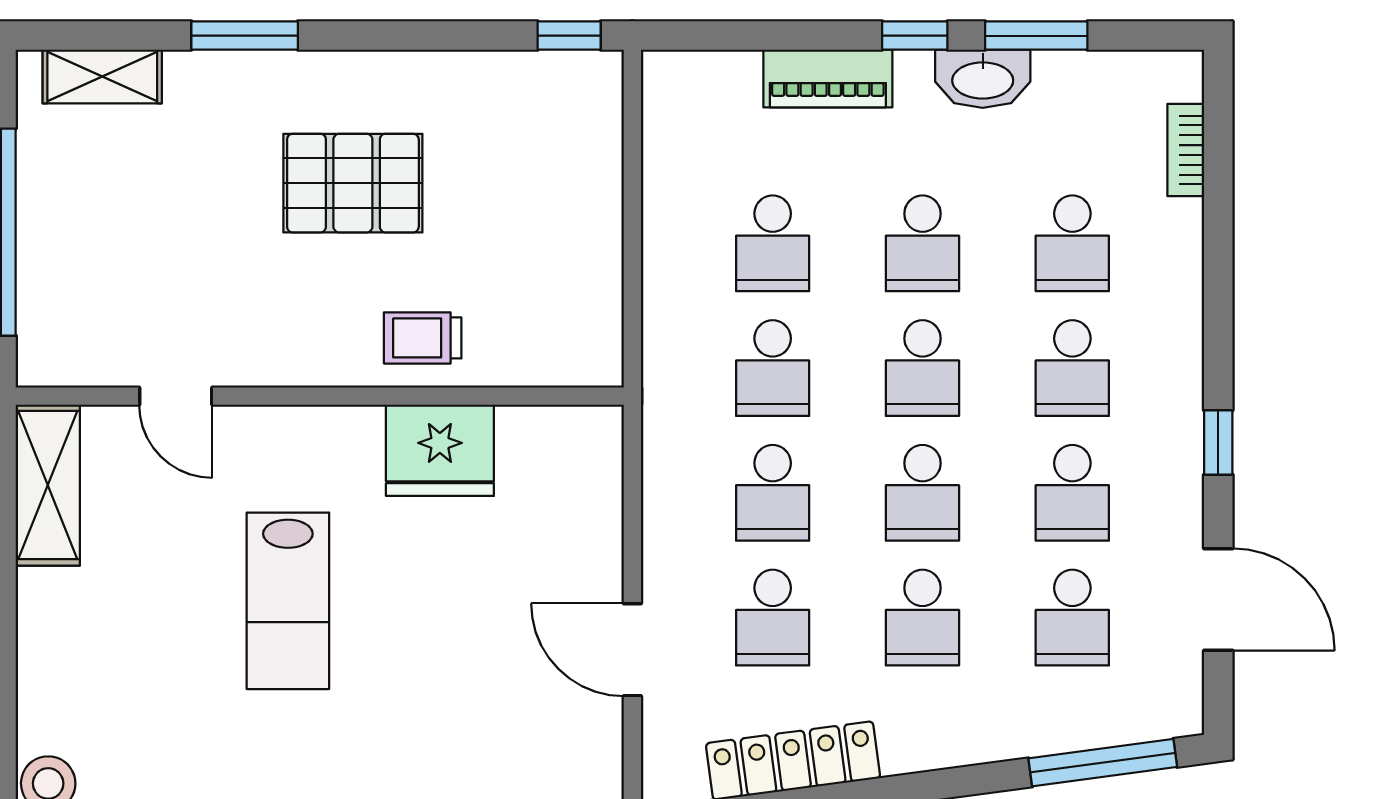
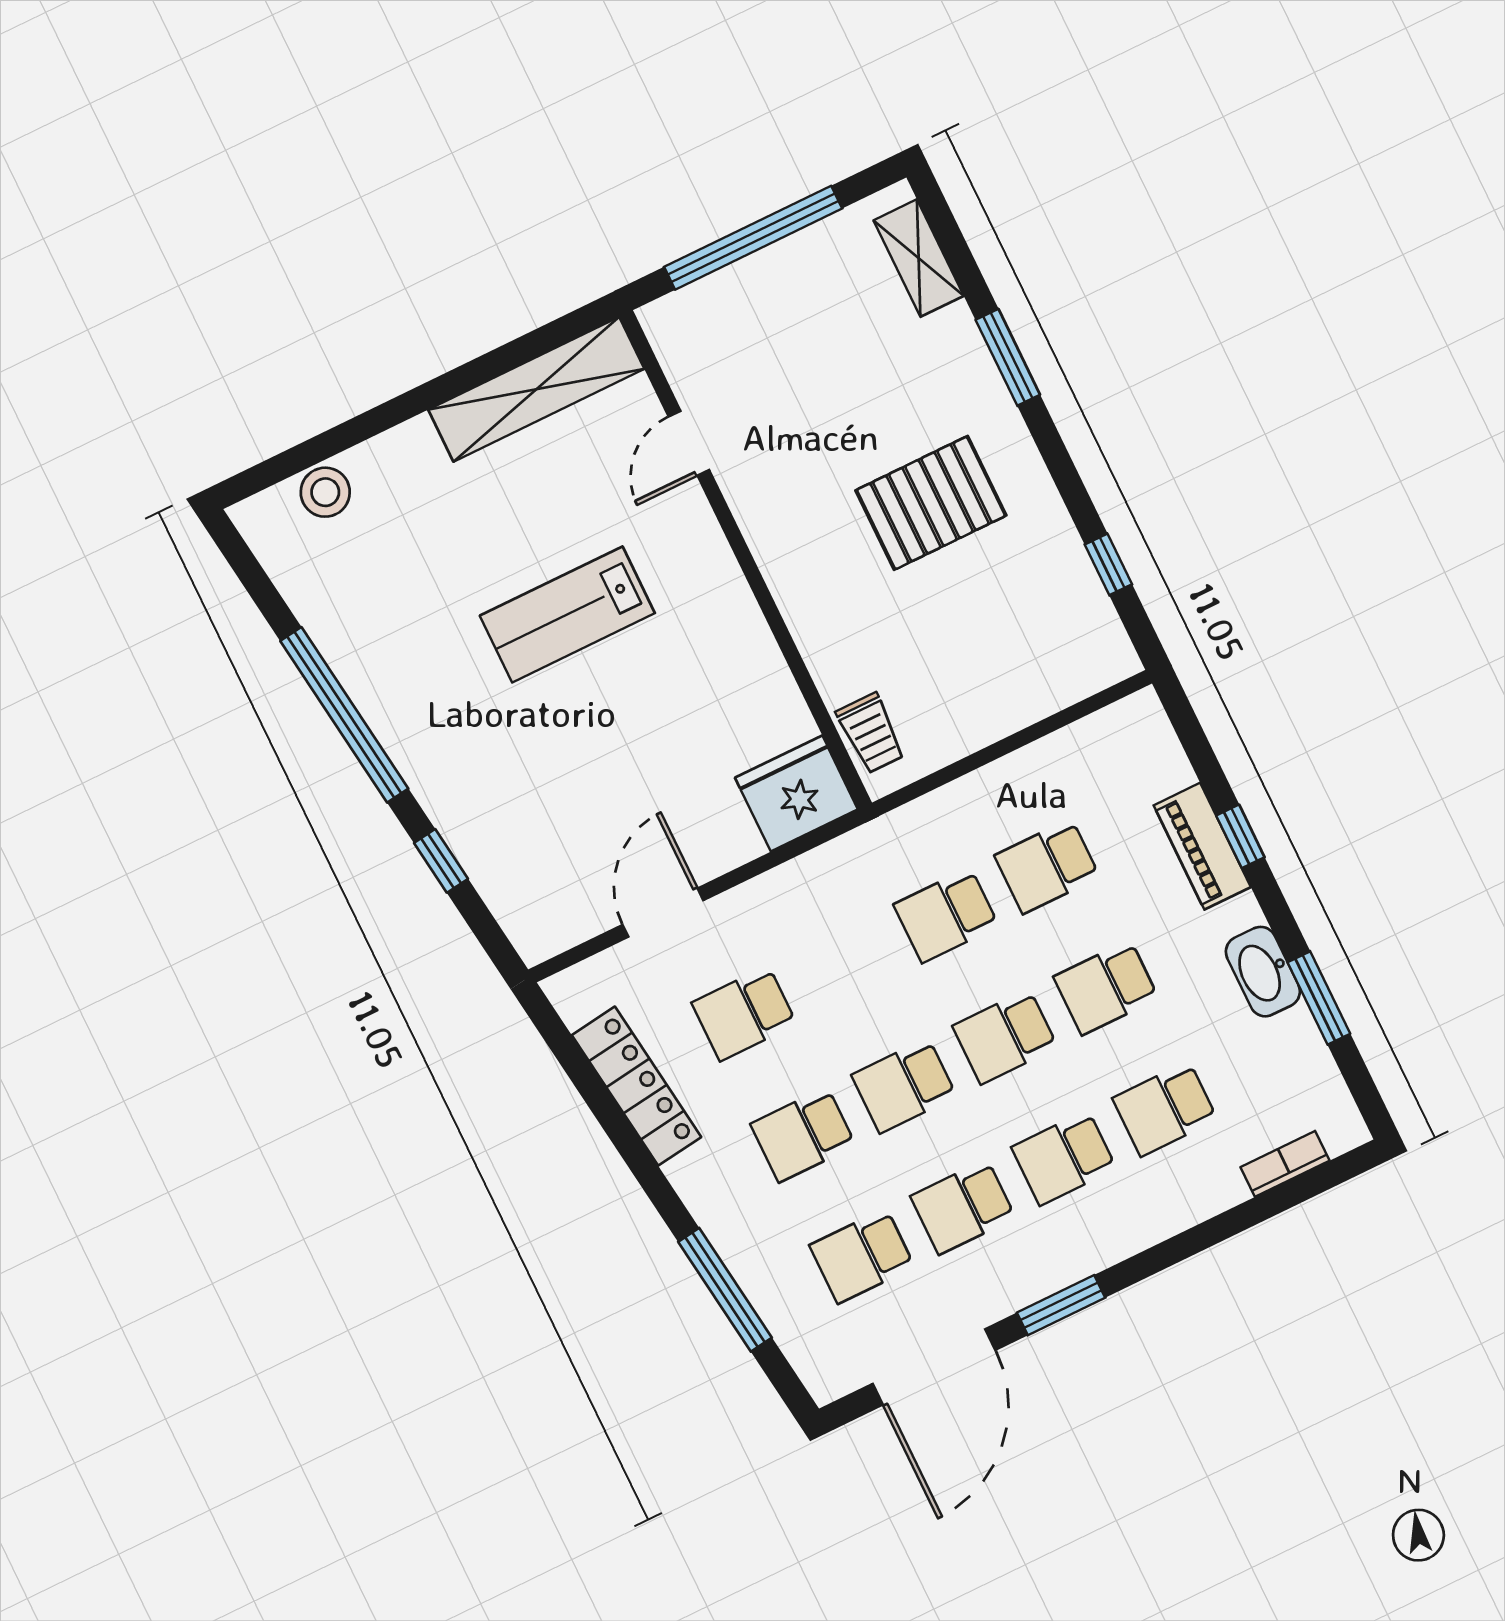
window: (569, 36) -> (1108, 564), moved
window: (915, 36) -> (1240, 836), moved
pallet: (353, 183) -> (931, 503), turned 90
trolley: (423, 338) -> (871, 733), moved, turned 180
window: (1218, 443) -> (1061, 1305), width x1.50
fridge: (440, 450) -> (797, 793), moved, turned 90
shelving: (48, 485) -> (536, 389), width x1.47
school desk: (773, 493) -> (845, 964), removed
door: (1218, 599) -> (934, 1367), width x1.36
window: (1103, 763) -> (725, 1290), moved

